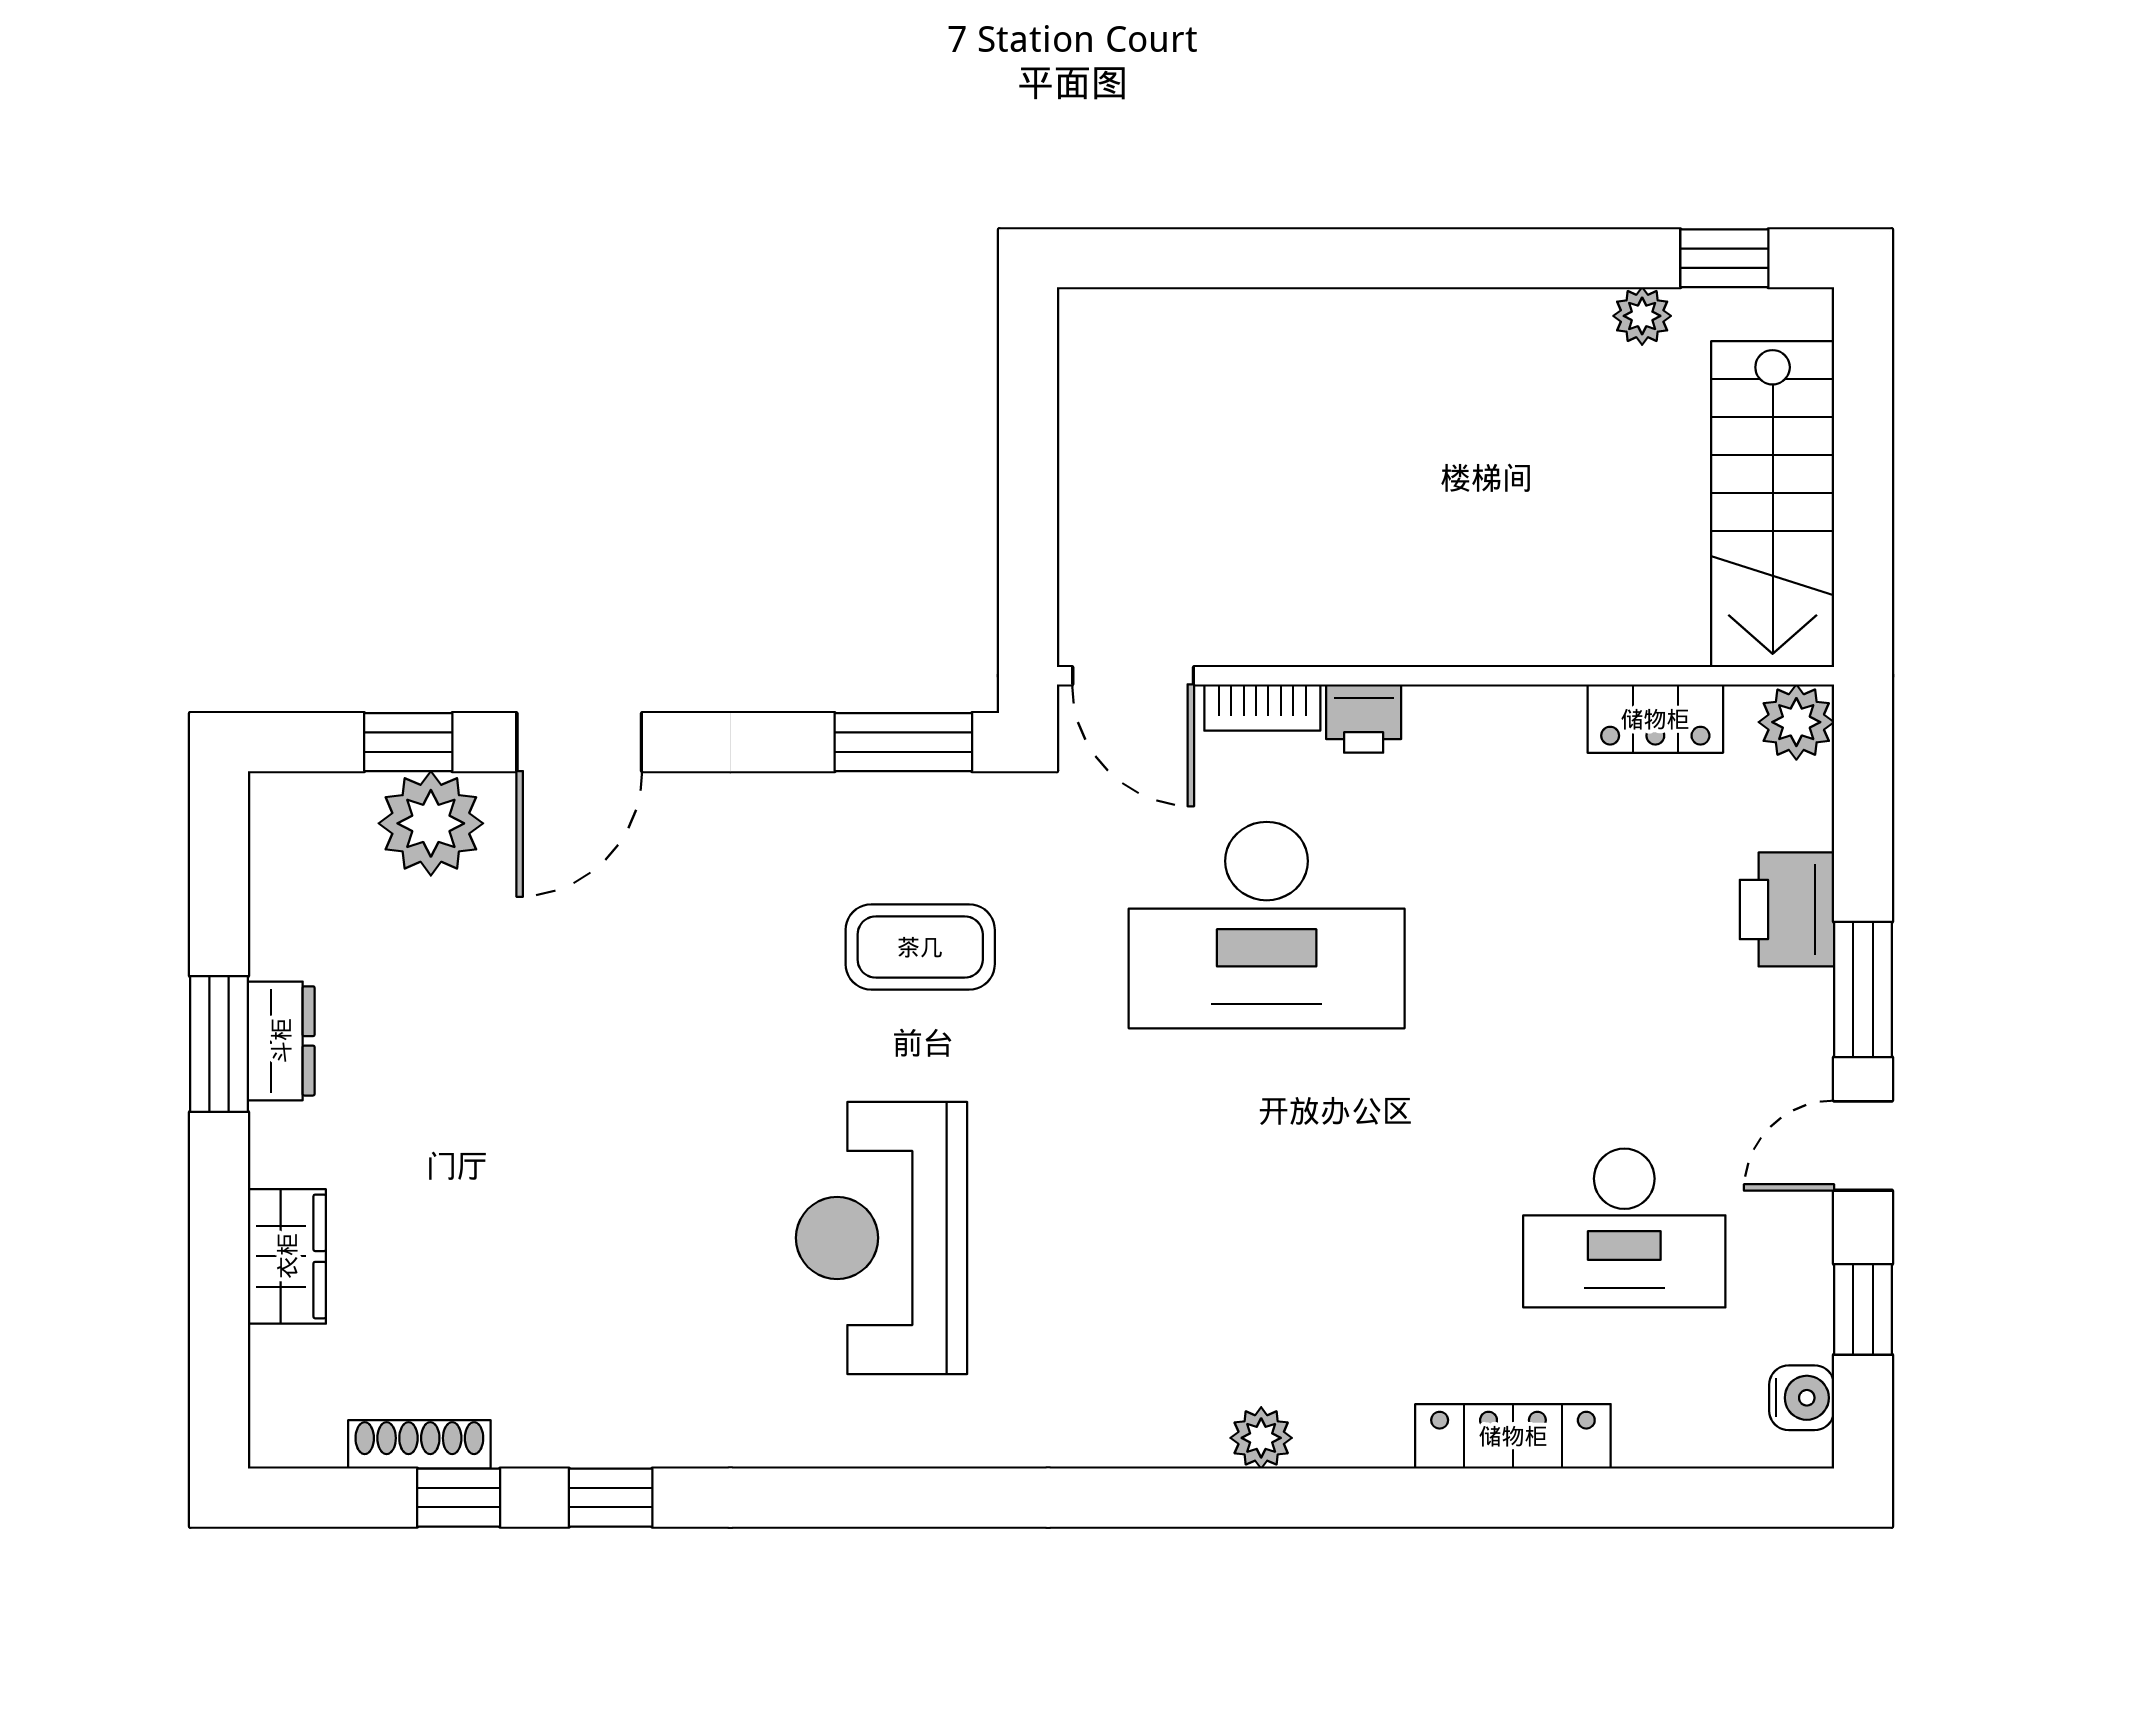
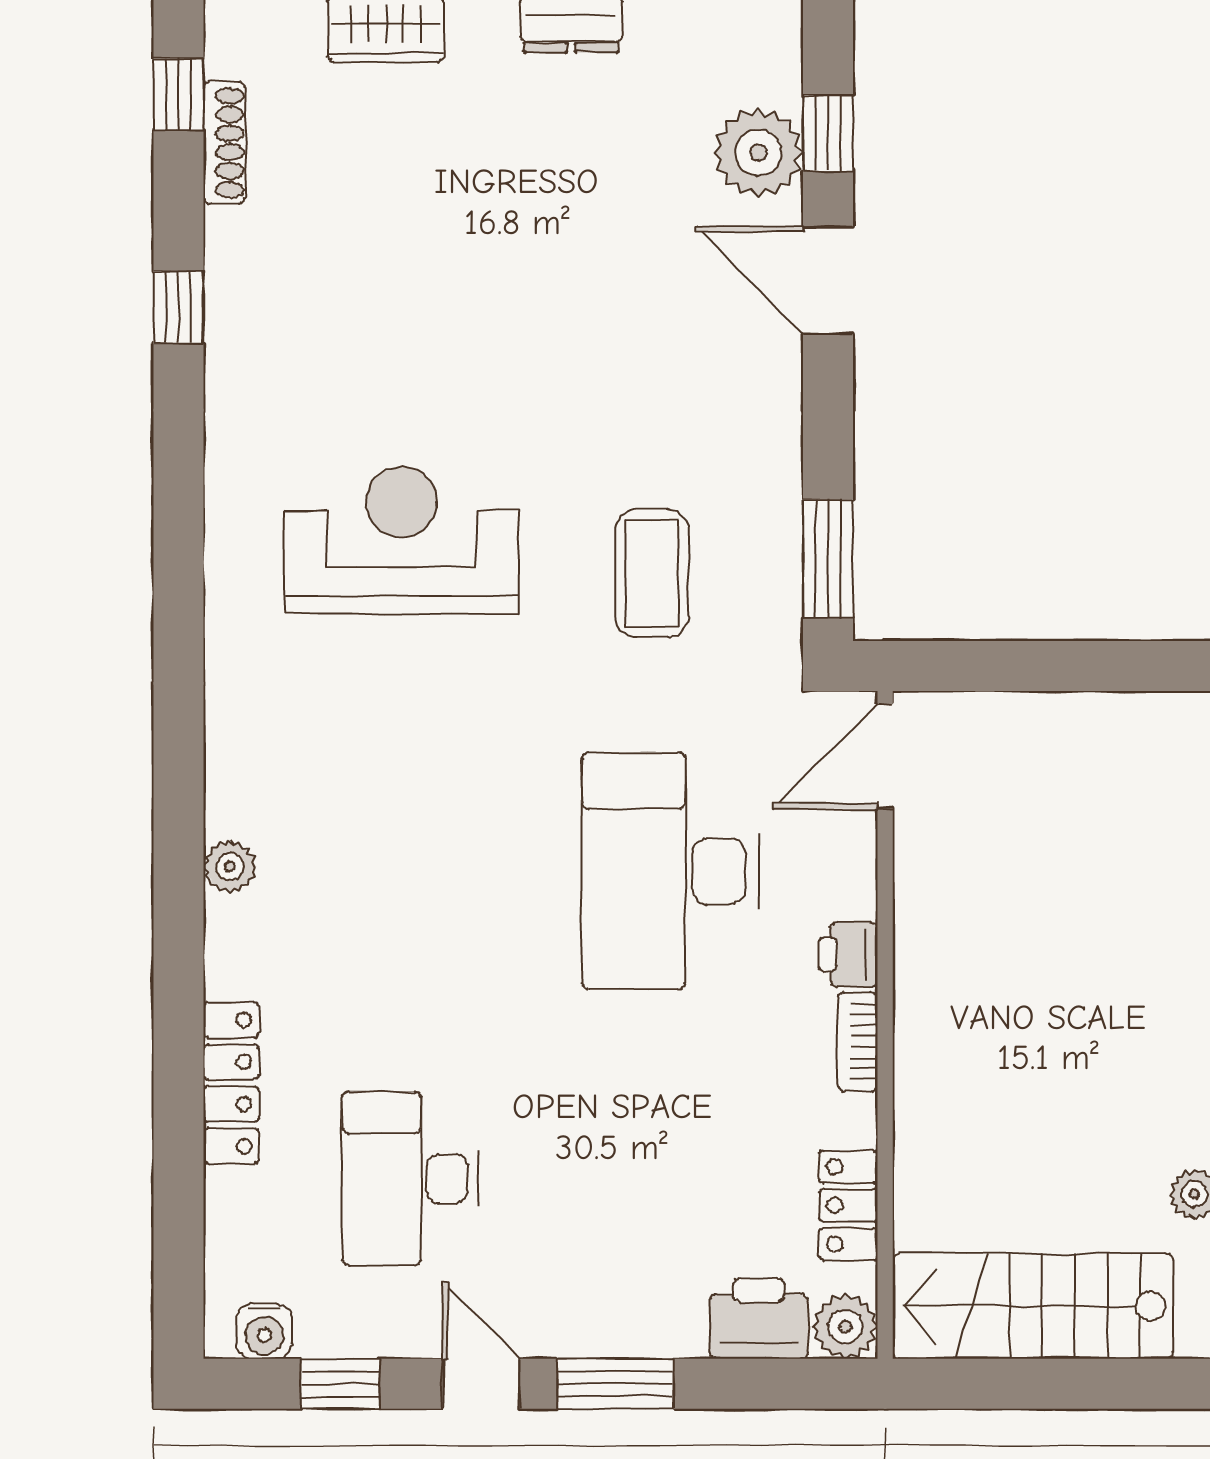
bookcase: (1262, 708) -> (858, 1042), moved
printer: (1787, 909) -> (759, 1318), moved
window: (459, 1498) -> (178, 95), moved

